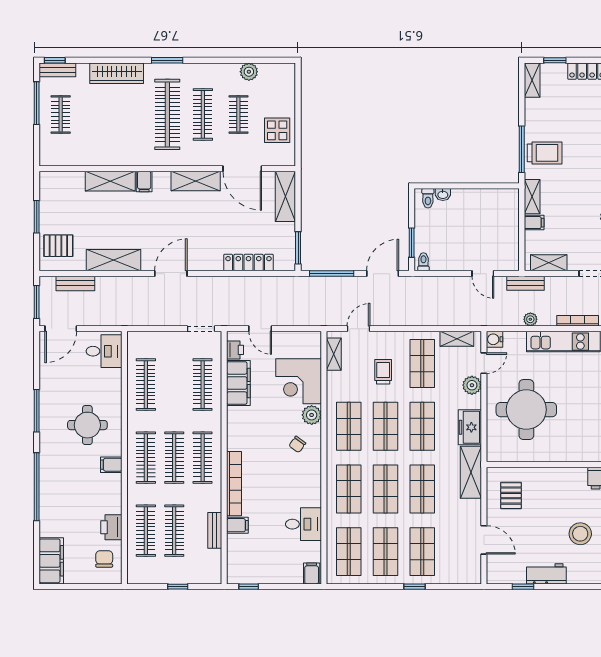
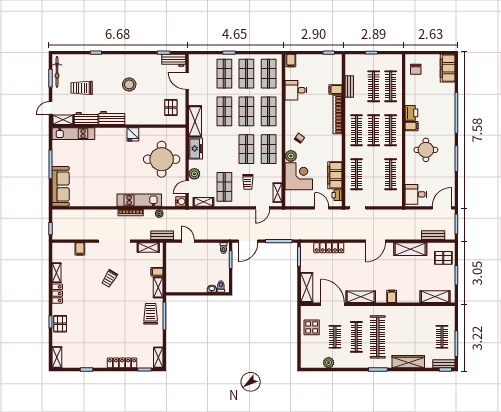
trolley: (545, 153) -> (151, 314), turned 90
shelving: (110, 181) -> (435, 297), moved
shop shelf: (422, 426) -> (224, 149), removed
fridge: (574, 451) -> (133, 134), added
printer: (111, 527) -> (411, 113), moved
workbench: (546, 574) -> (174, 60), moved

